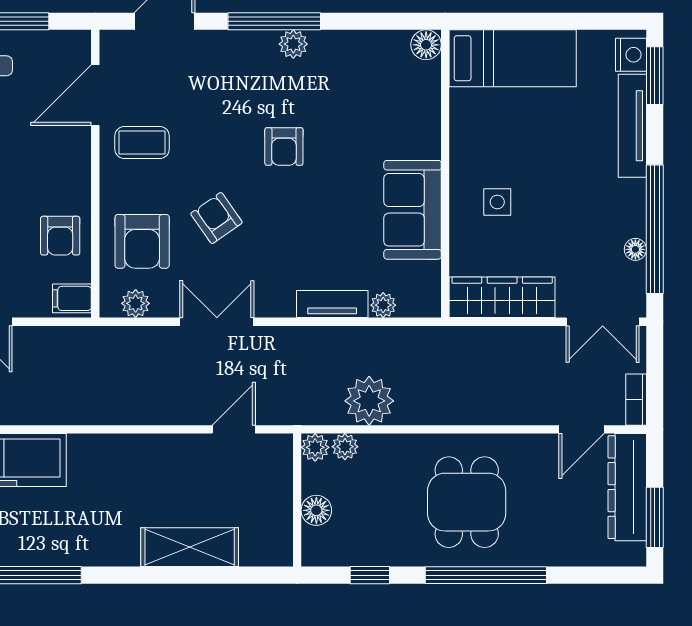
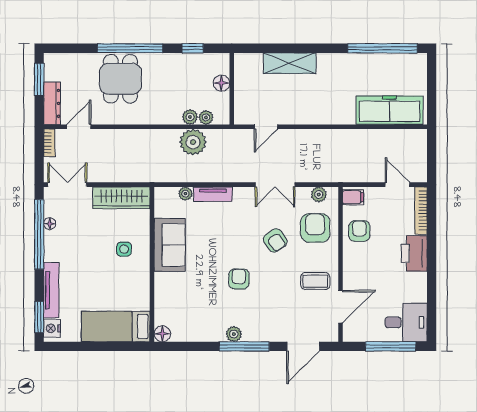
plant: (315, 447) -> (190, 117), moved
dresser: (627, 487) -> (52, 103), width x0.73, depth x0.80
dining table: (467, 502) -> (120, 79), moved

